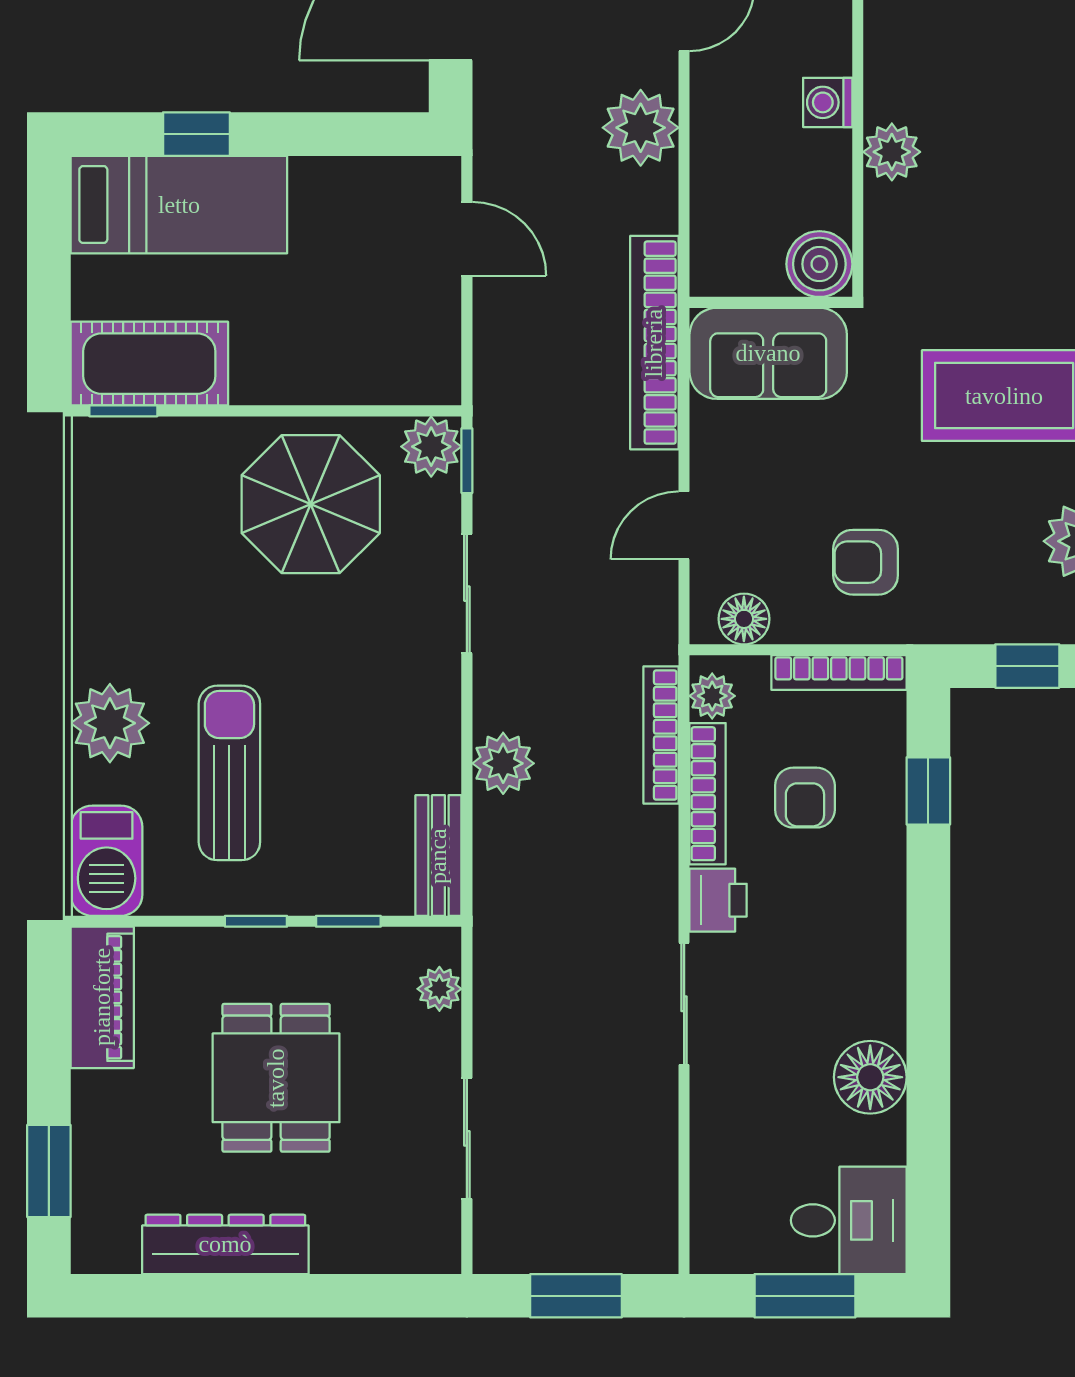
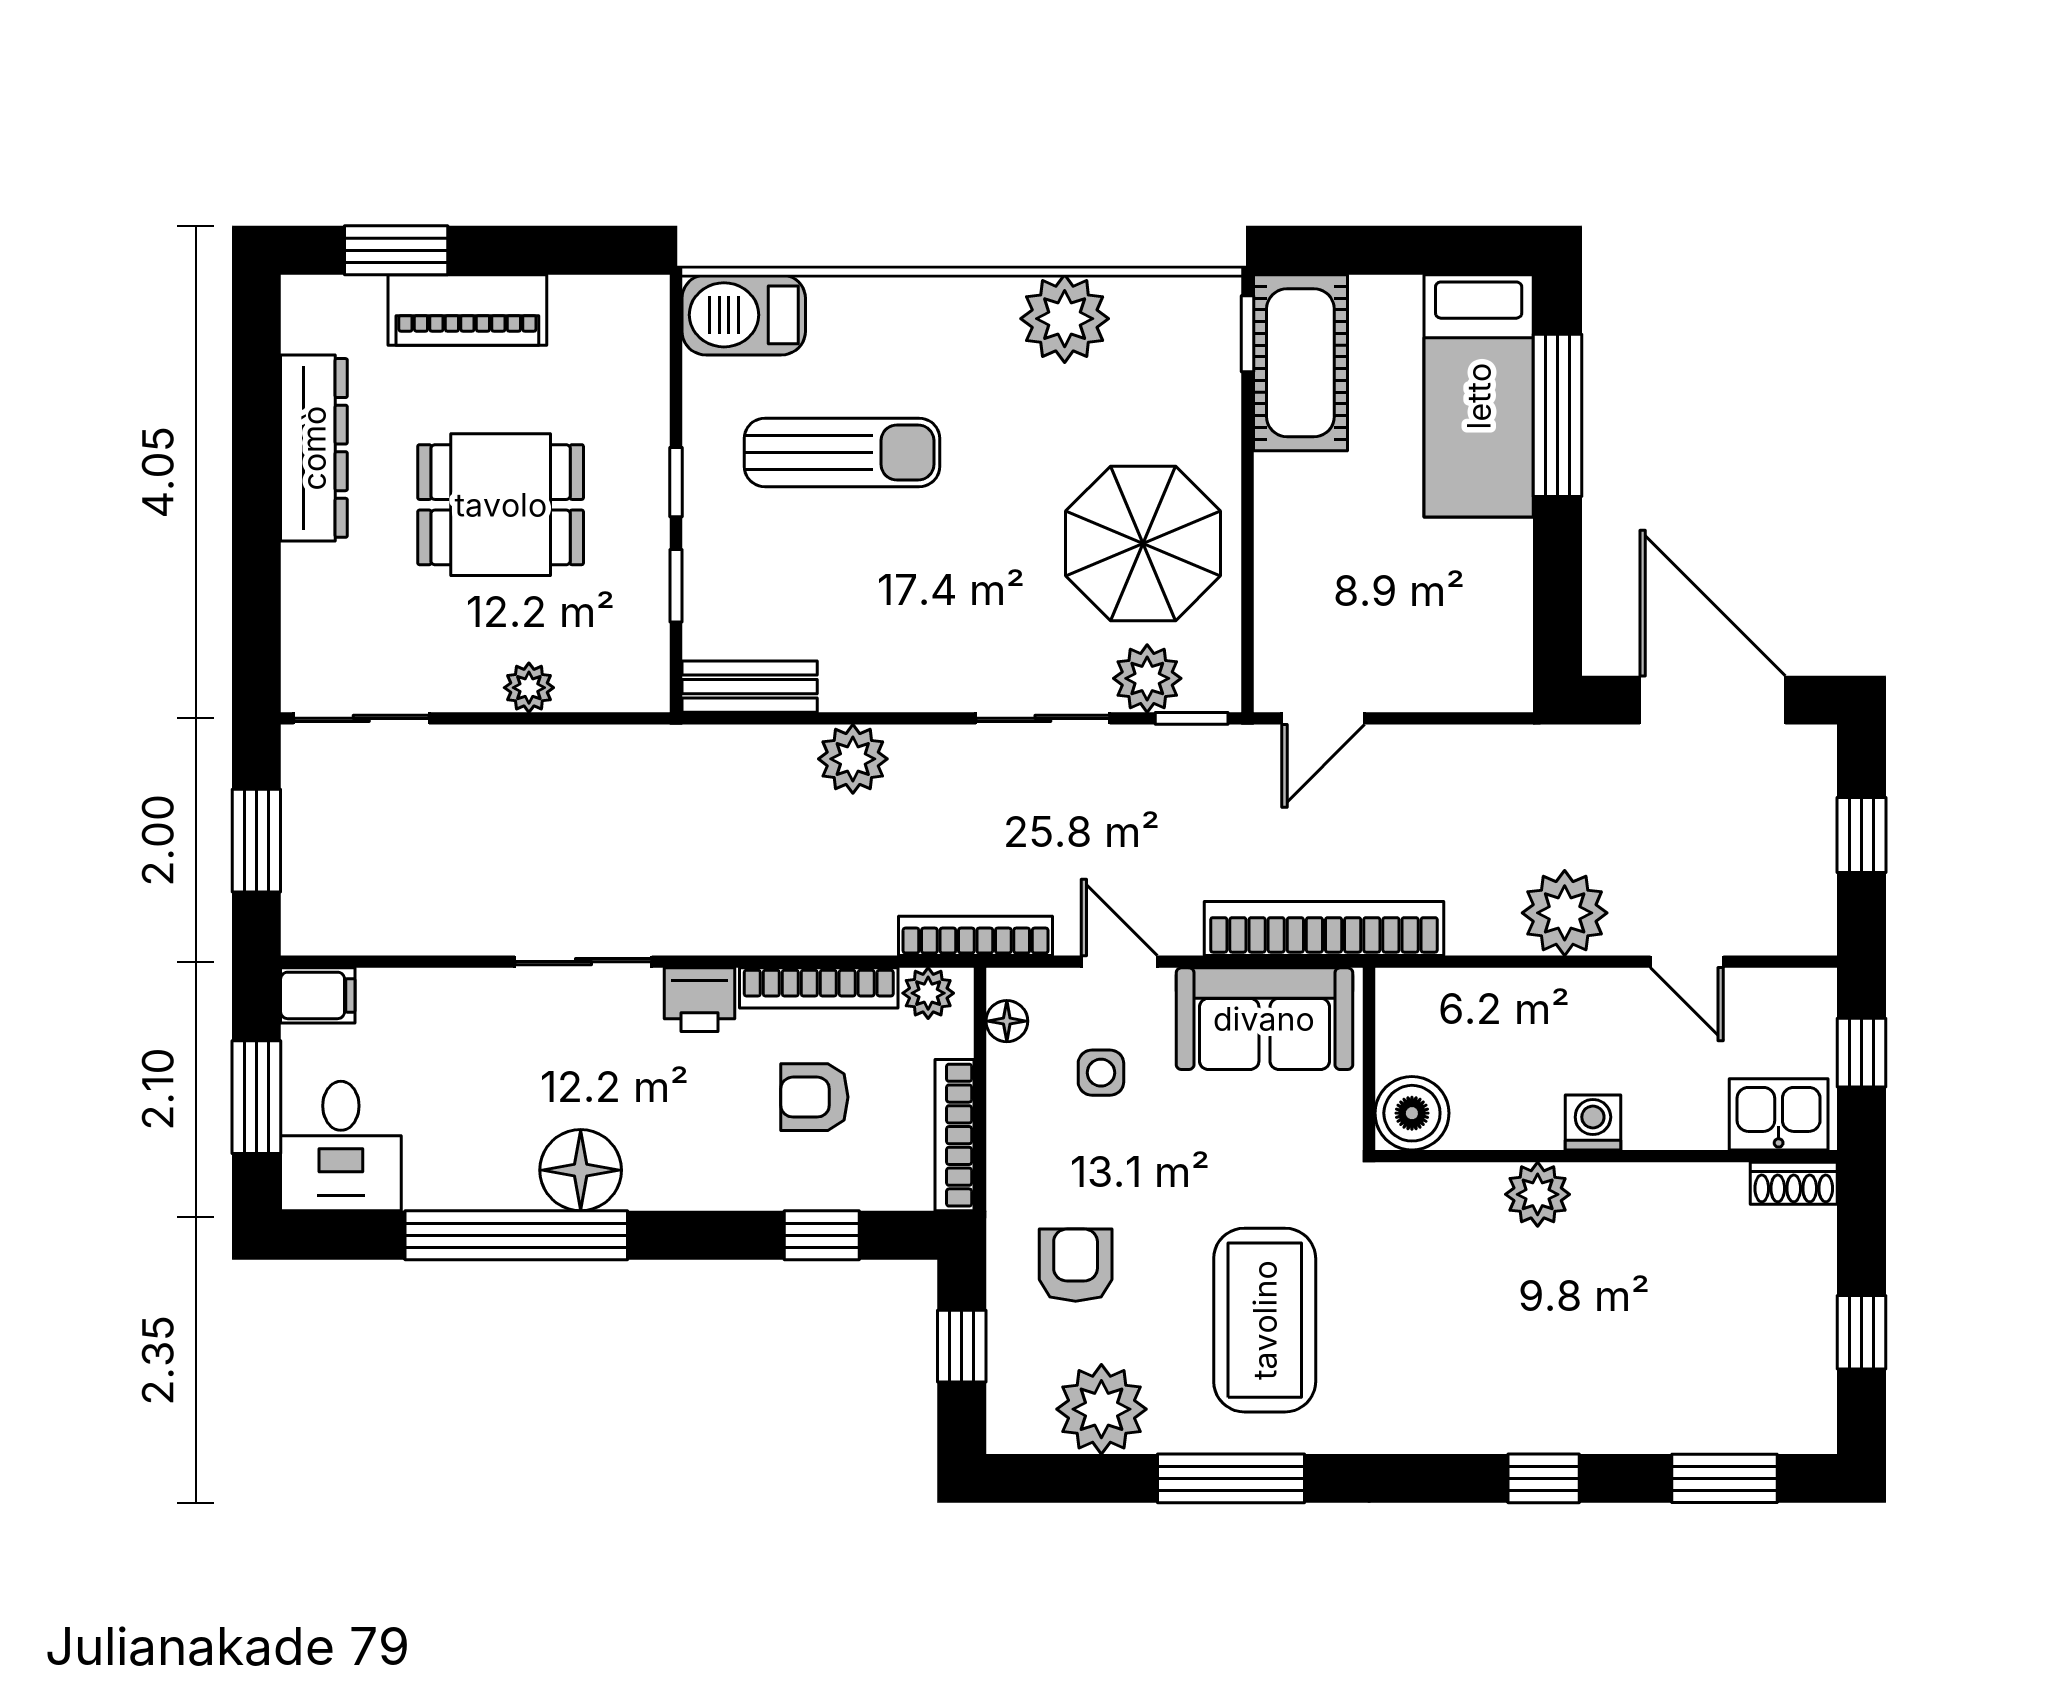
window: (196, 134) -> (1558, 415), width x2.17
door: (467, 239) -> (1323, 718), moved
sofa: (768, 353) -> (1264, 1019), moved, turned -90
plant: (431, 447) -> (1147, 678), moved
side table: (783, 542) -> (1101, 1073), added
armchair: (866, 562) -> (1076, 1265), moved
floor lamp: (744, 619) -> (1007, 1021), width x0.73, depth x0.73
plant: (110, 723) -> (1065, 319), moved
bookcase: (661, 735) -> (976, 936), moved
plant: (439, 989) -> (529, 688), moved
piano: (102, 997) -> (467, 310), moved
window: (928, 1064) -> (516, 1235), added
floor lamp: (870, 1077) -> (581, 1170), moved
sliding door: (467, 1138) -> (361, 718), moved
filing cabinet: (714, 1241) -> (318, 995), added

